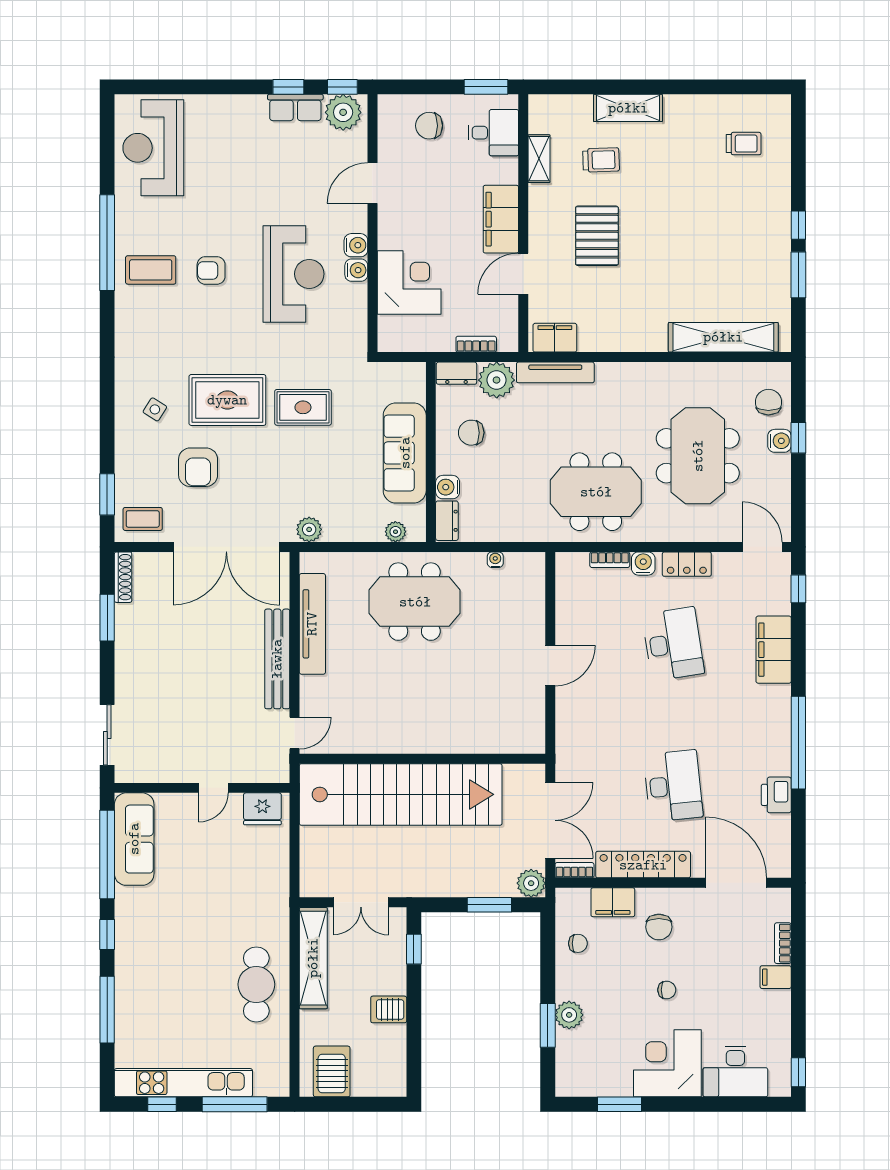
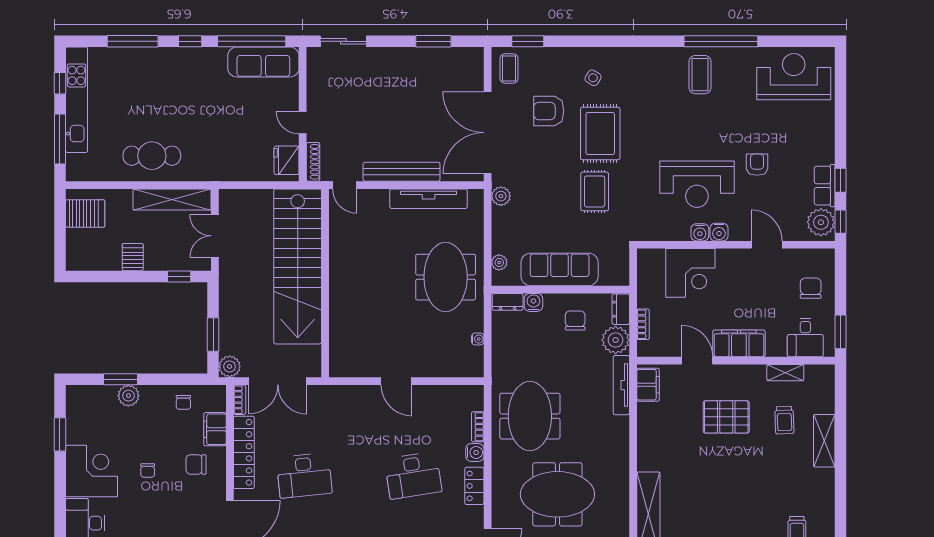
armchair: (211, 270) -> (757, 165), moved
shoe rack: (123, 577) -> (313, 162), moved, turned -90

